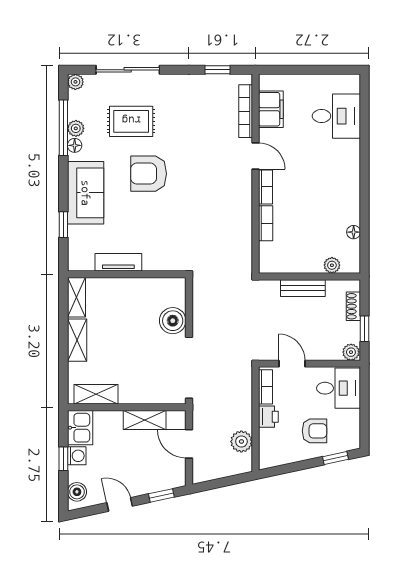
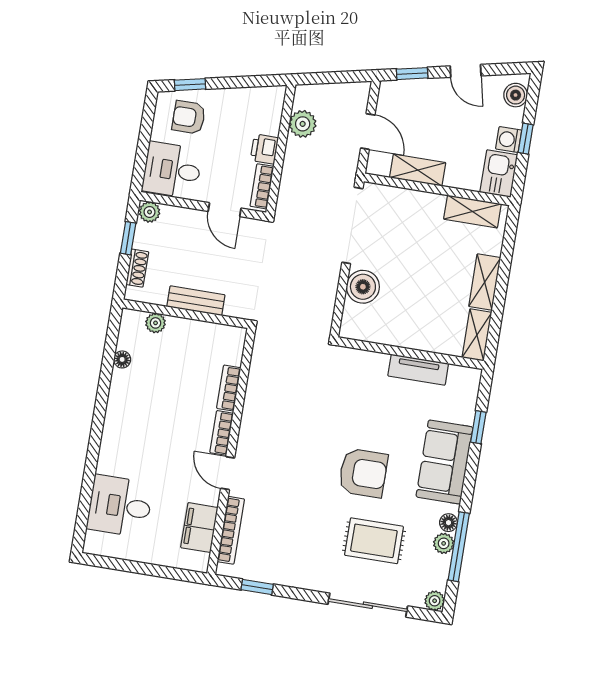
armchair: (315, 431) -> (189, 117), moved

